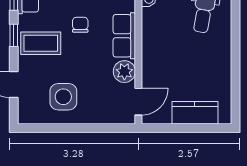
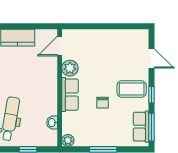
side table: (63, 97) -> (115, 50), removed

